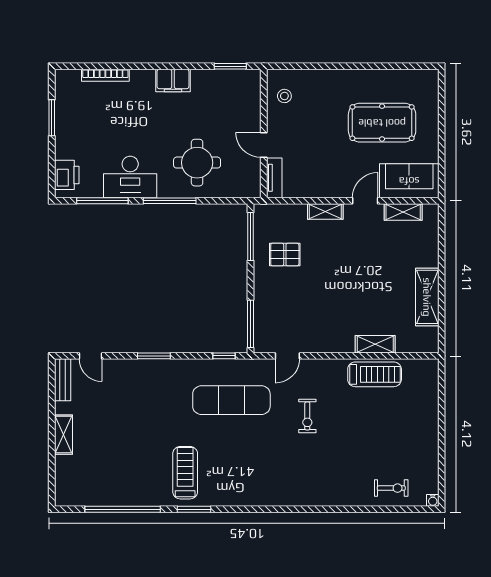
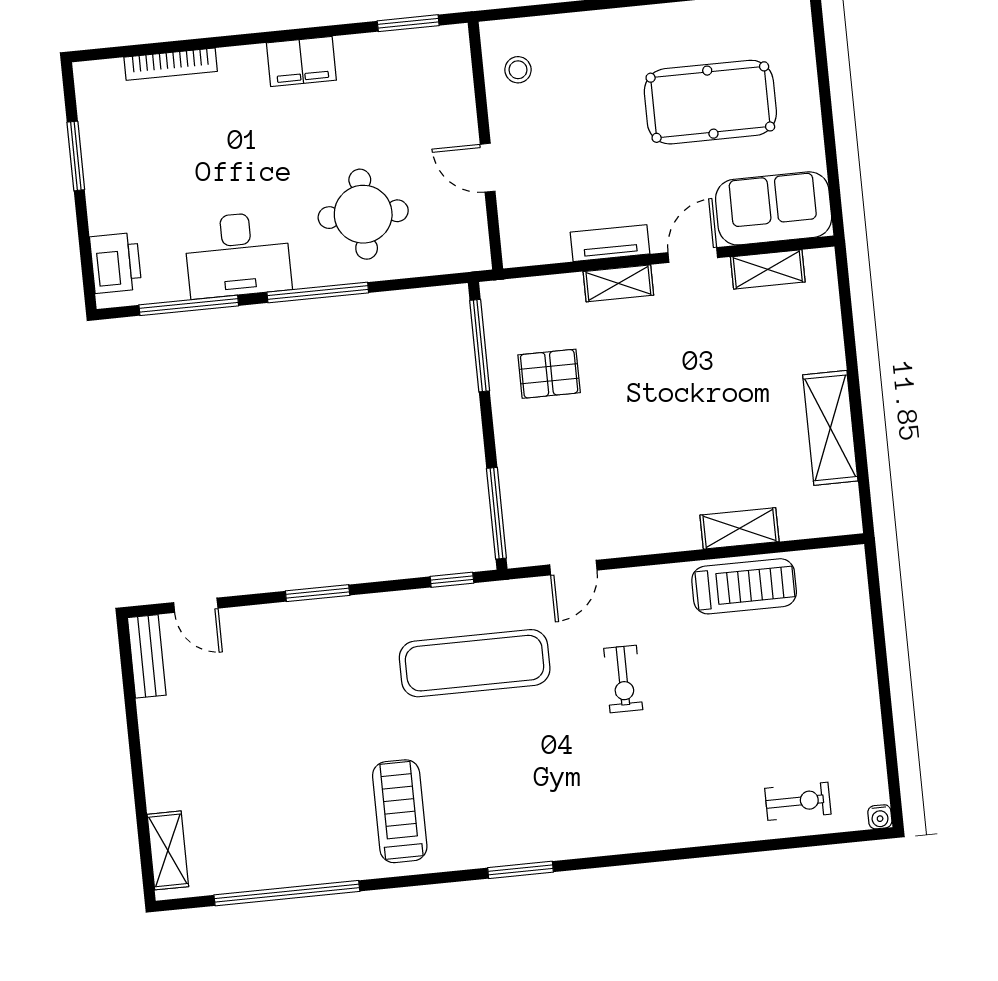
tv unit: (274, 178) -> (610, 243), moved, turned -90
shelving: (63, 435) -> (168, 850), moved
window: (194, 509) -> (521, 870), moved

